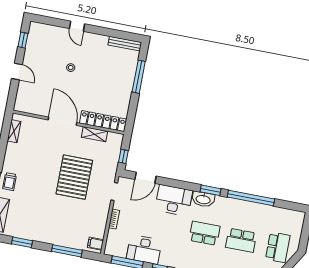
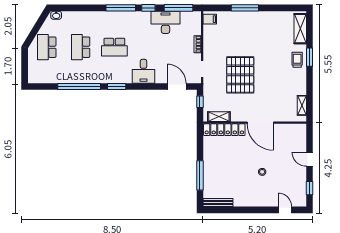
door: (77, 26) -> (285, 210), moved
shelving: (95, 134) -> (219, 117), moved
door: (145, 178) -> (177, 87), hinge flipped
washbasin: (203, 199) -> (121, 77), removed
desk: (174, 200) -> (143, 71), width x0.73
school desk: (241, 240) -> (81, 47), turned -90
window: (22, 242) -> (276, 8), removed
window: (67, 251) -> (245, 8), moved

